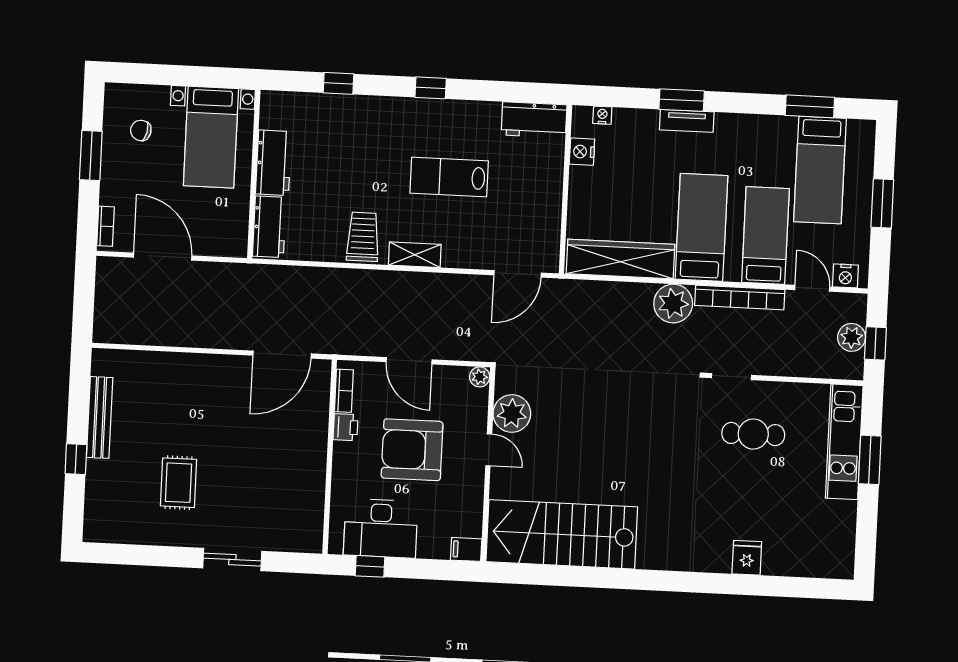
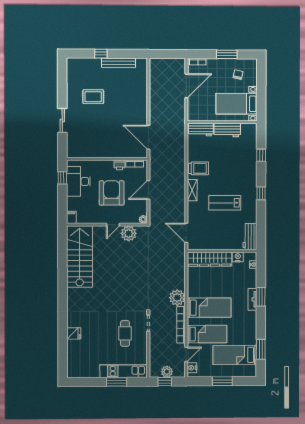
lab bench: (449, 177) -> (225, 203), turned -90
wardrobe: (620, 259) -> (210, 259), moved, turned 90

